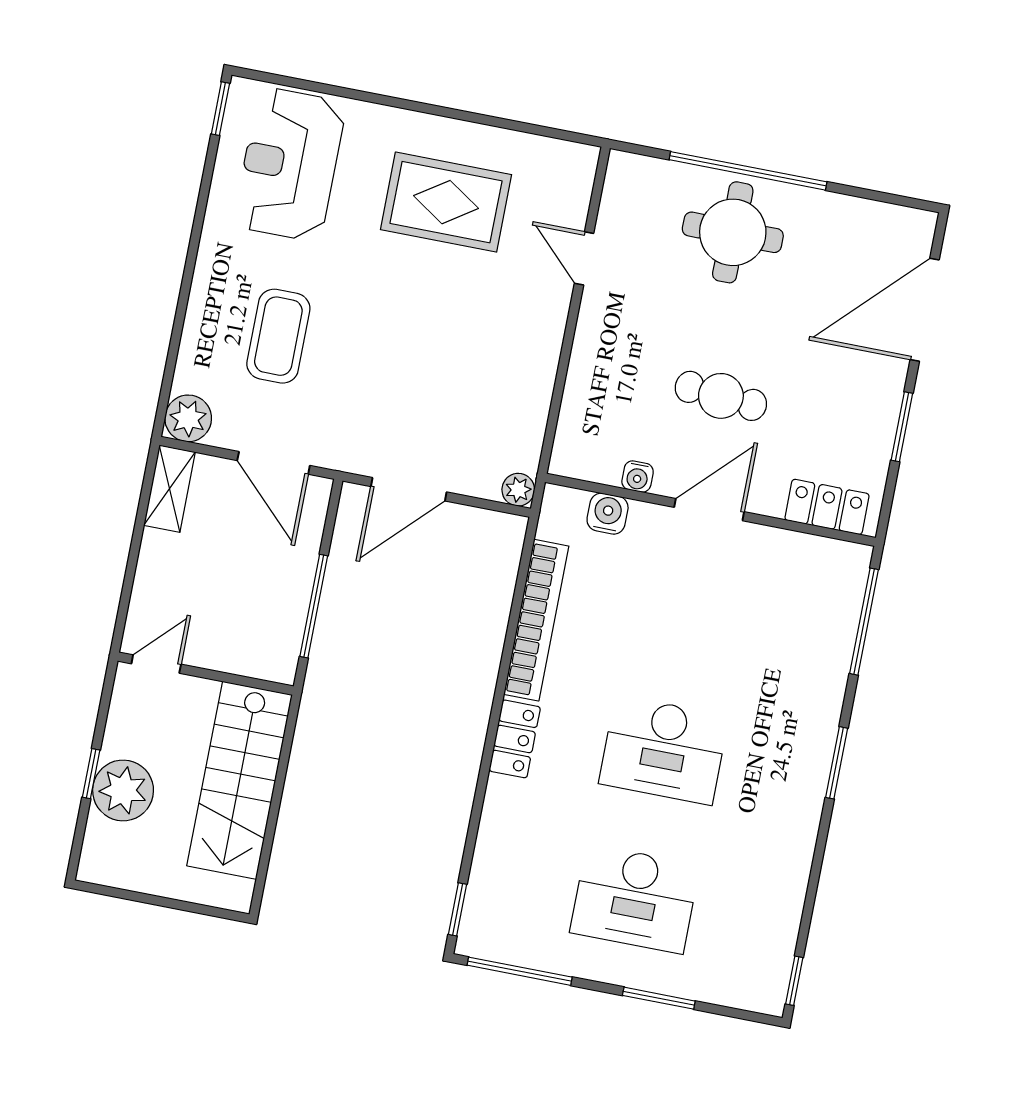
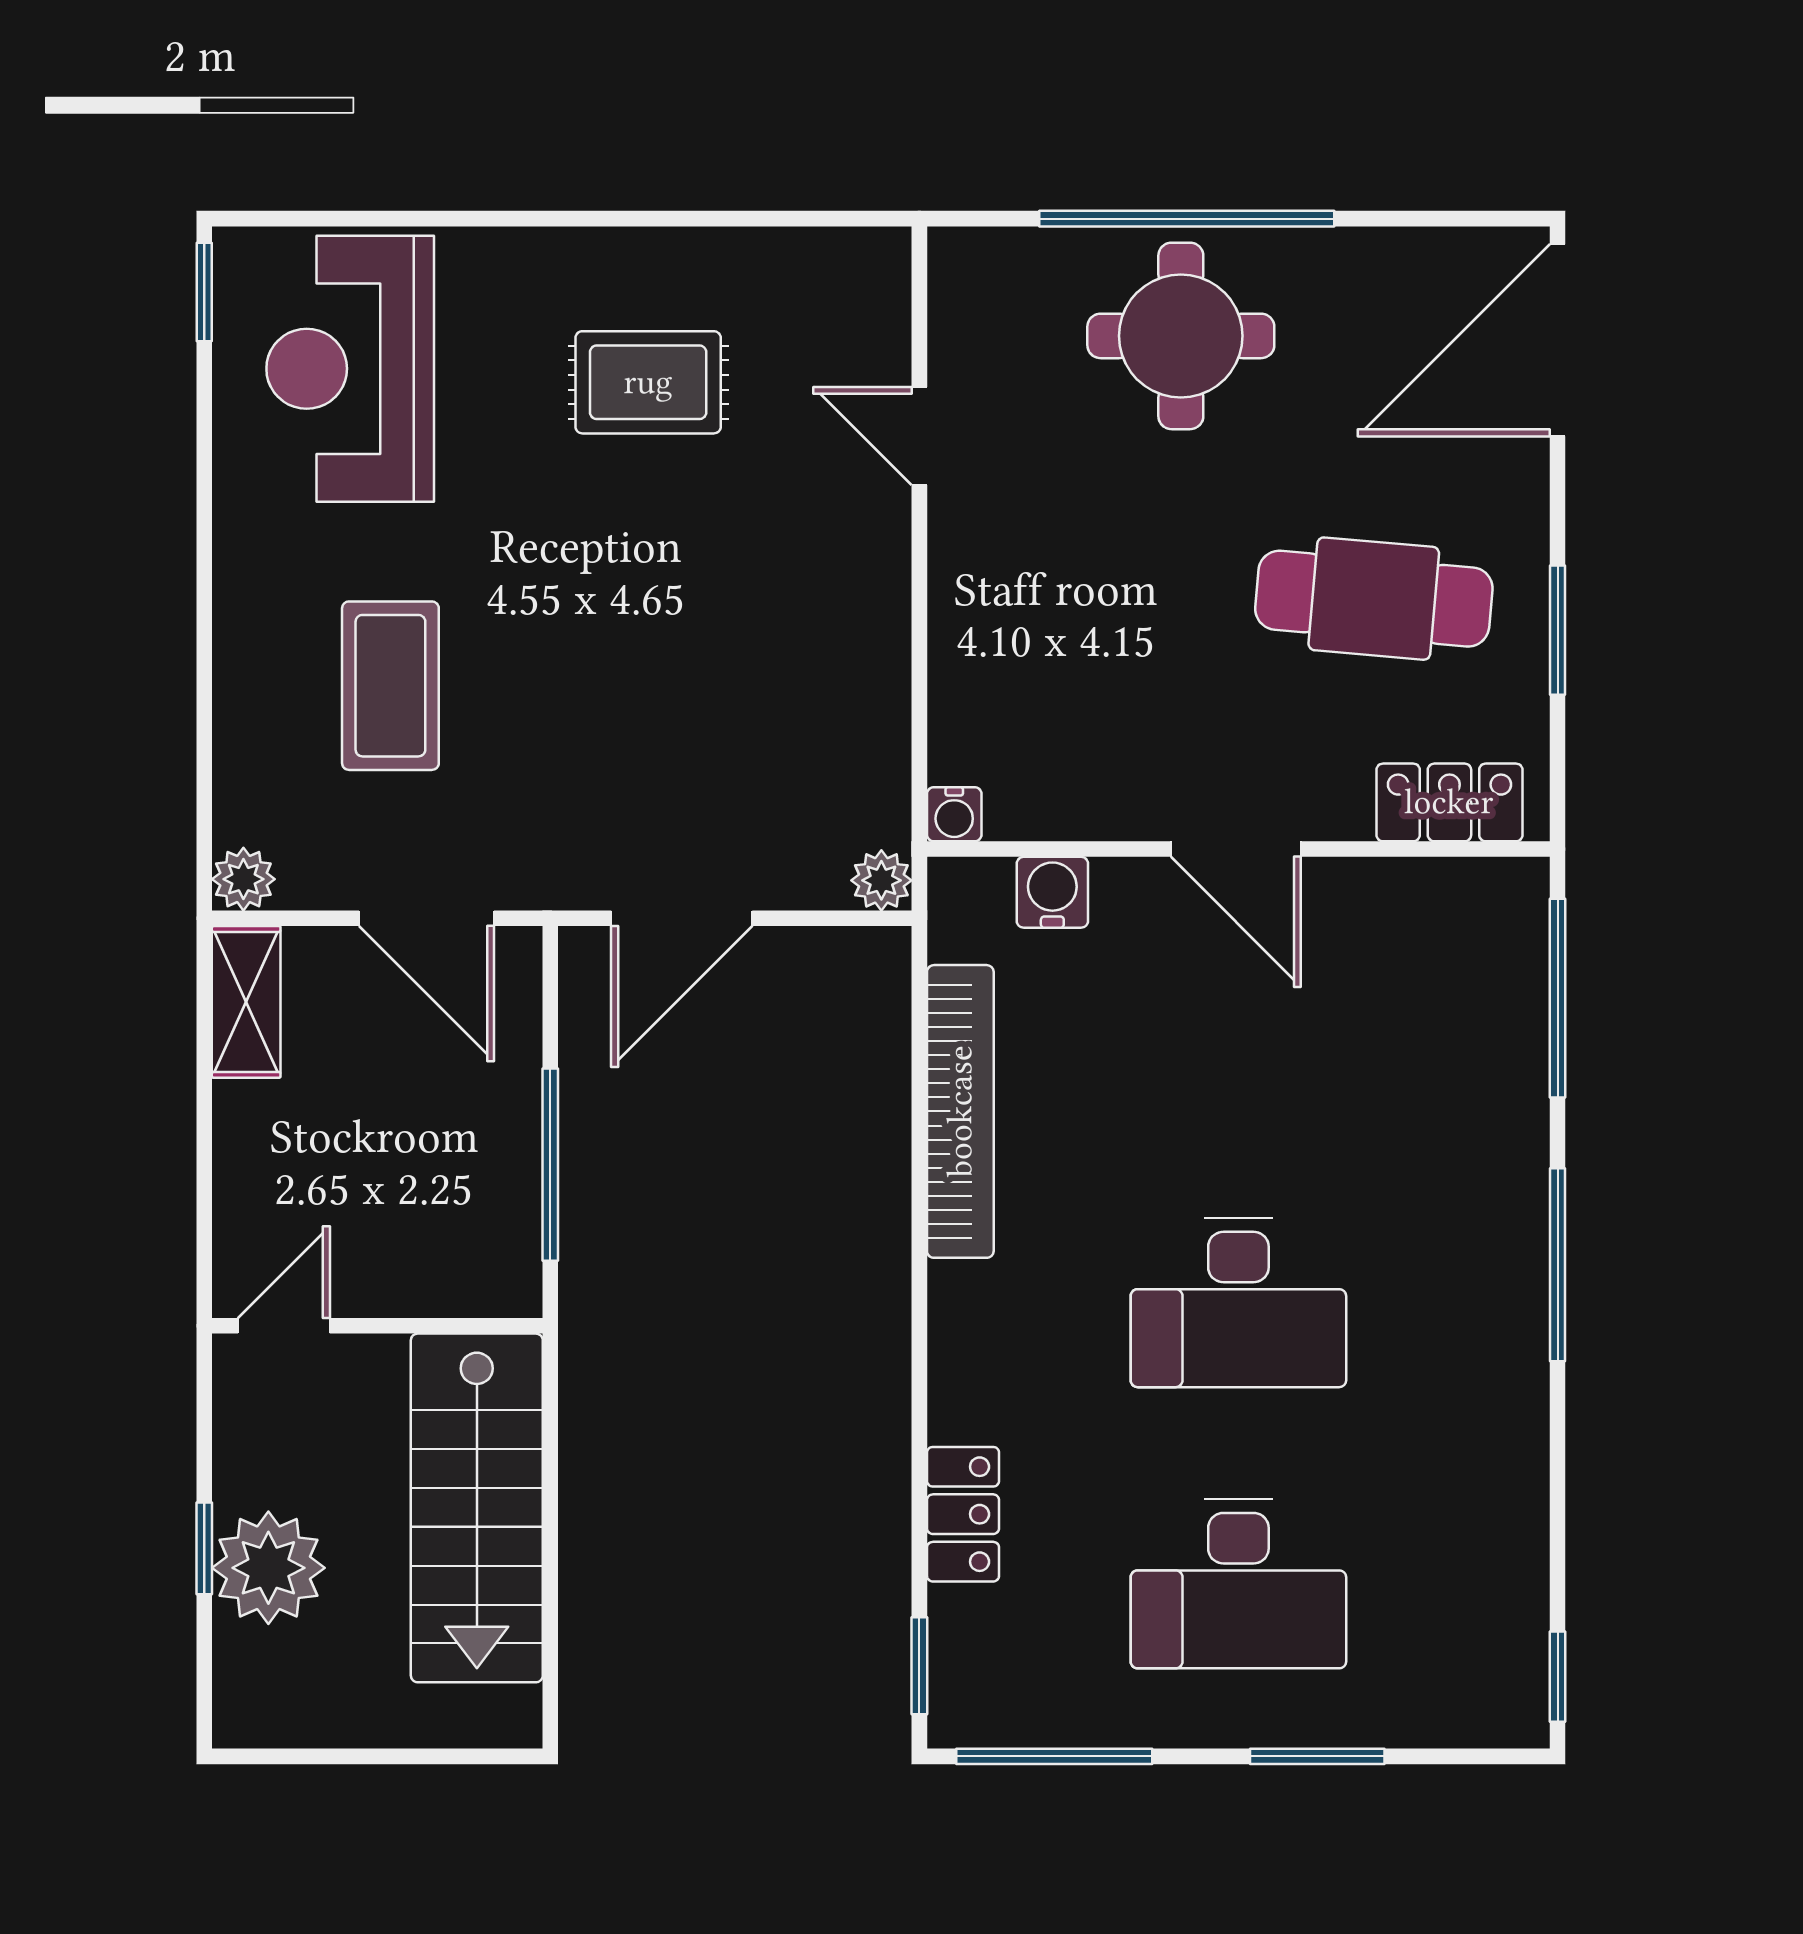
rug: (446, 202) -> (648, 382), width x0.73, depth x0.70
door: (925, 310) -> (1558, 340), moved
cafe table: (721, 396) -> (1374, 599), moved, width x1.37, depth x1.35
plant: (188, 418) -> (243, 879), width x0.73, depth x0.73
water cooler: (638, 477) -> (954, 814), moved
door: (709, 510) -> (1236, 849), swing flipped
locker: (515, 739) -> (963, 1514), moved
window: (837, 763) -> (1558, 1265), width x1.44

